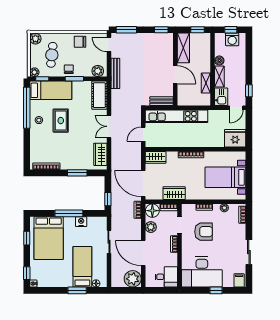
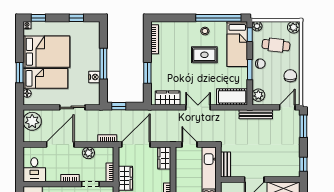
floor lamp: (152, 211) -> (106, 155), removed
bed: (49, 238) -> (46, 52), moved, turned 180
plant: (133, 279) -> (32, 121), moved

